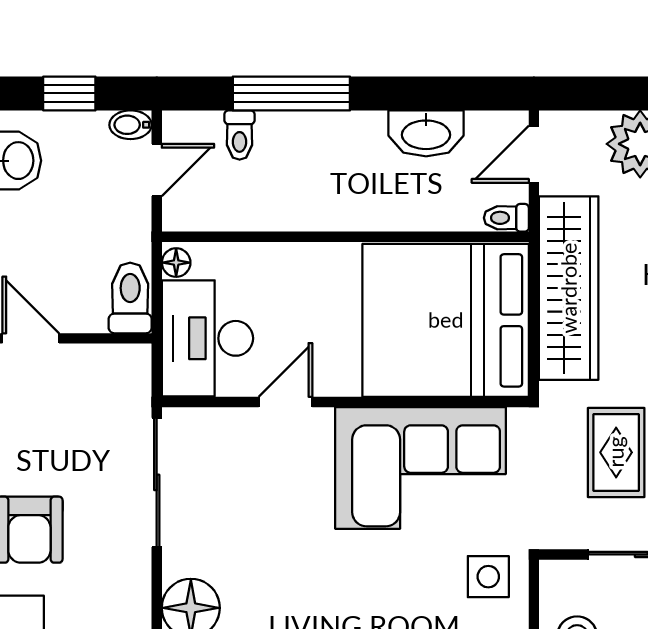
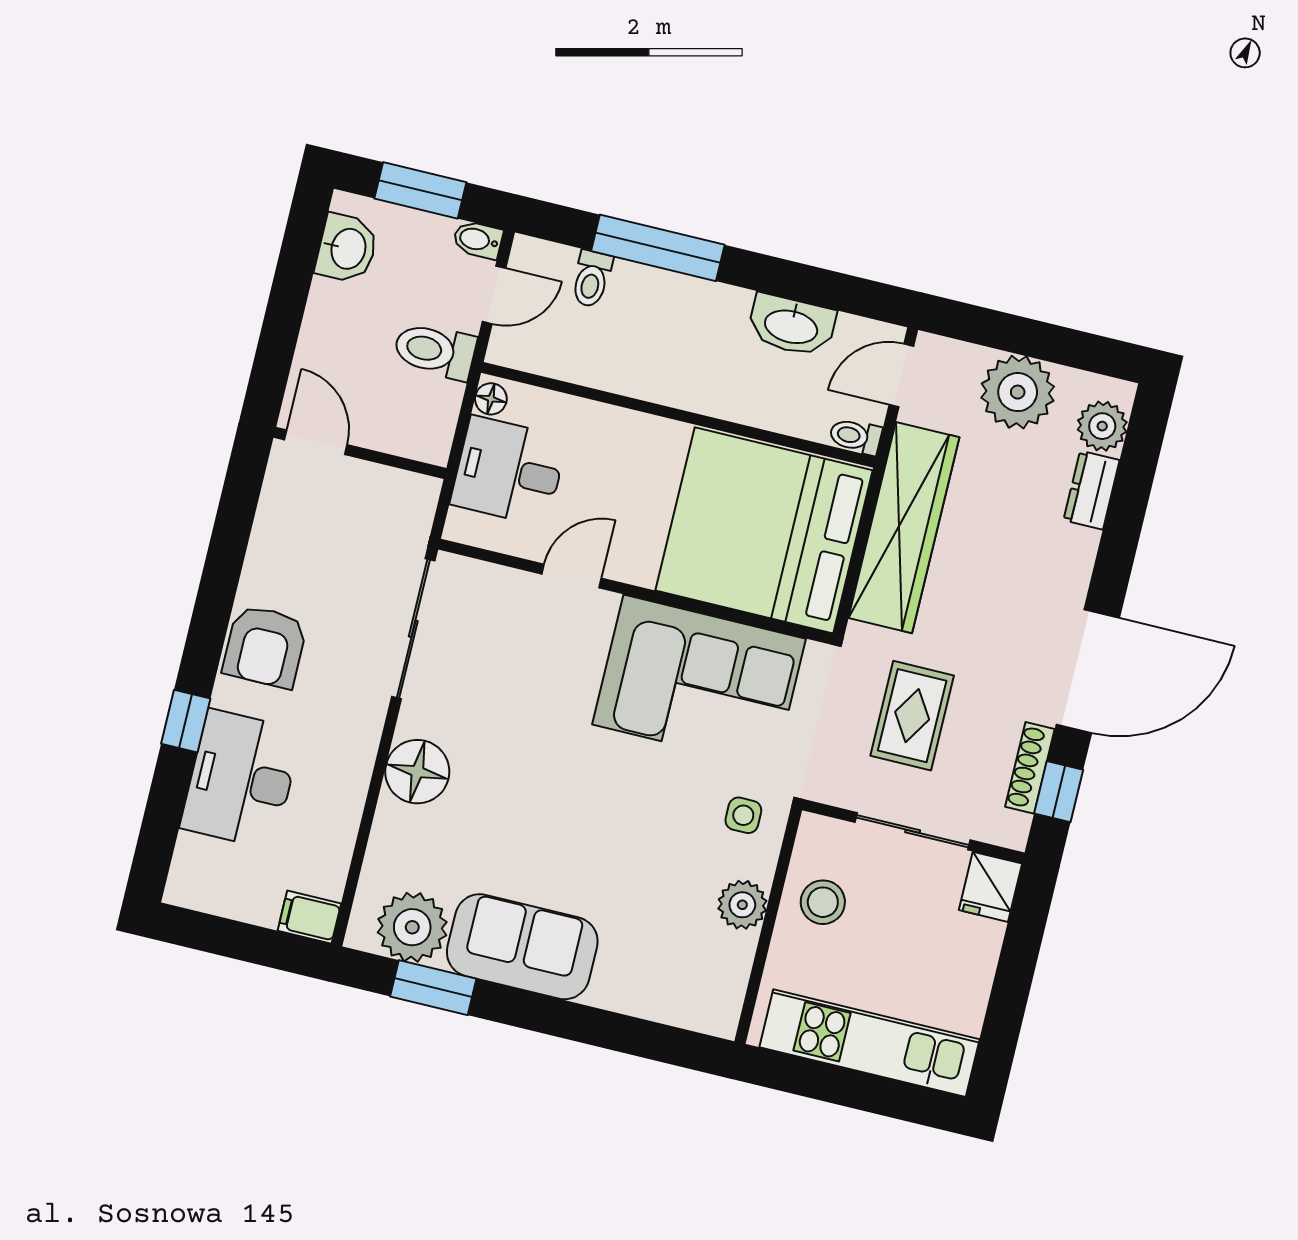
window: (69, 93) -> (420, 190), width x1.50
toilet: (130, 298) -> (435, 351), moved, turned -90
desk: (207, 338) -> (509, 471), width x0.73
side table: (488, 577) -> (743, 815), width x0.73, depth x0.73

